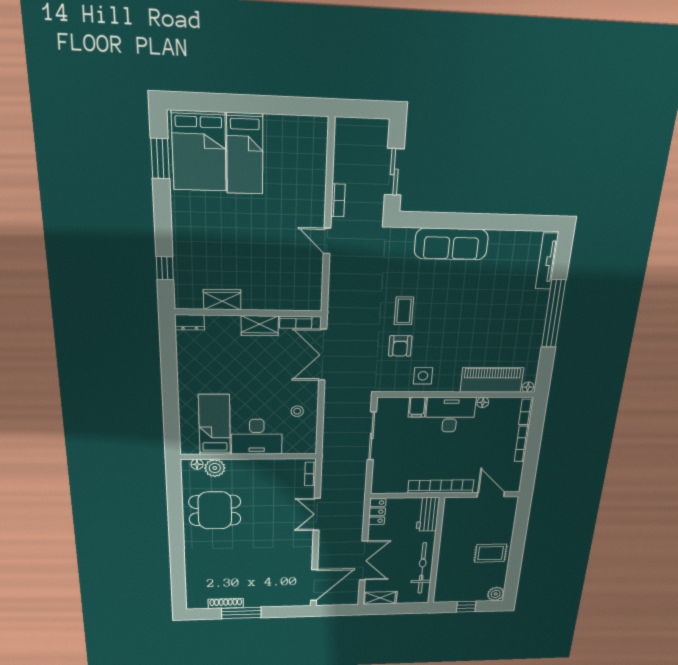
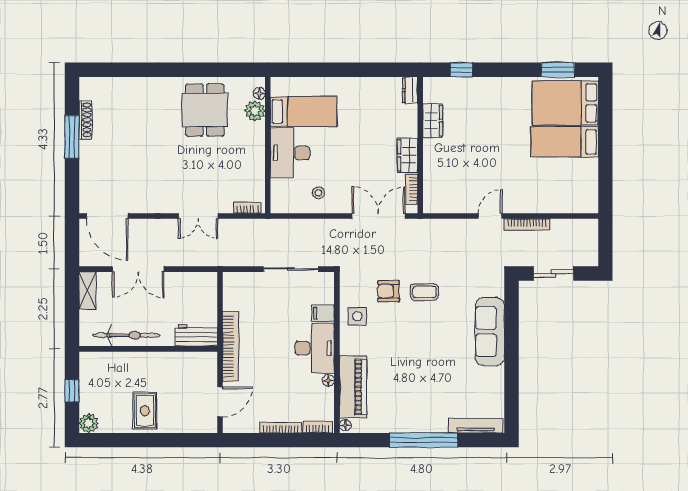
bookcase: (338, 200) -> (527, 224), width x1.56
locker: (377, 512) -> (200, 280), removed
double door: (317, 514) -> (198, 216), swing flipped

